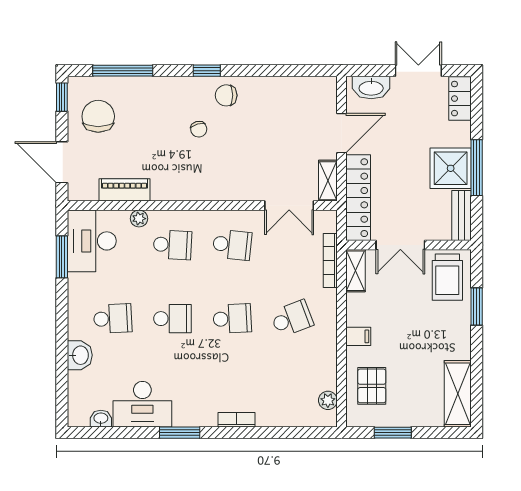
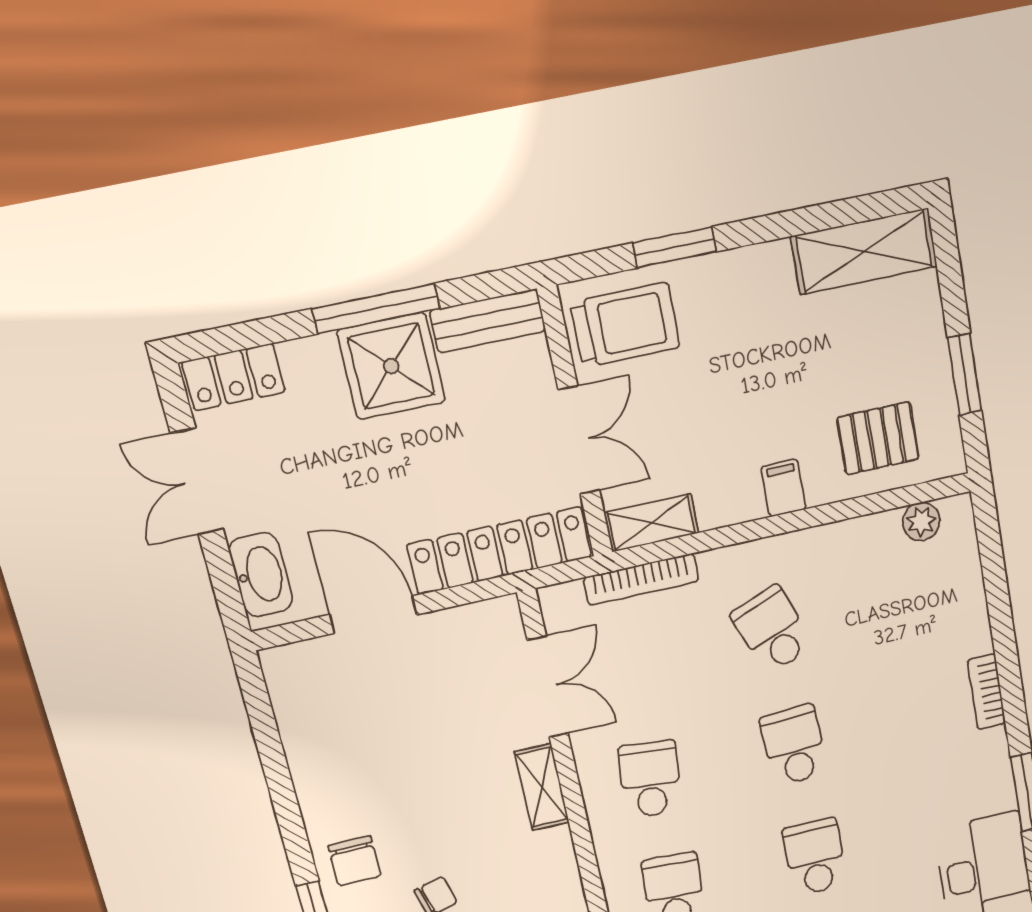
shelving: (328, 181) -> (542, 787), moved, turned 90

